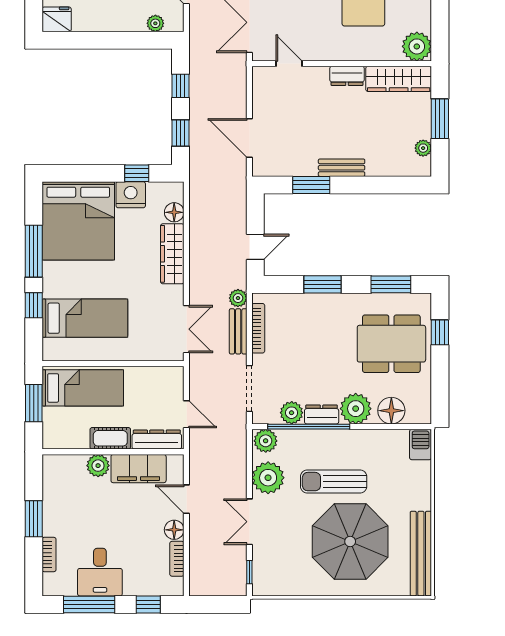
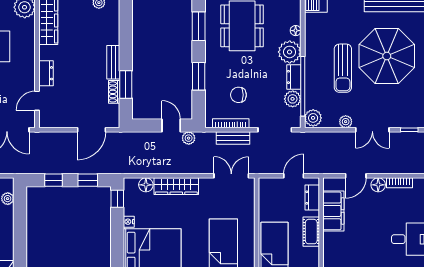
dresser: (347, 76) -> (46, 73), moved
shoe rack: (301, 169) -> (114, 92), added
window: (137, 173) -> (117, 199), moved
nightstand: (131, 195) -> (129, 222), width x0.53, depth x0.56
plant: (238, 298) -> (189, 138), moved
chair: (297, 339) -> (238, 95), added
floor lamp: (391, 411) -> (296, 31), width x0.53, depth x0.53
dresser: (157, 440) -> (312, 198), width x0.70
plant: (98, 466) -> (331, 241), removed
plant: (268, 478) -> (346, 122), width x0.53, depth x0.53

